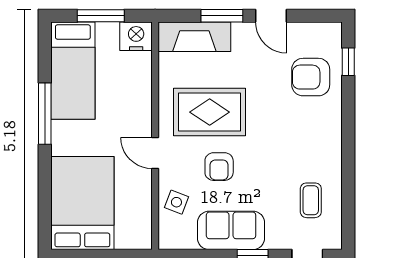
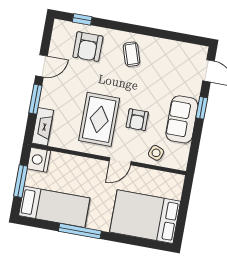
fireplace: (194, 37) -> (43, 127), width x0.73, depth x0.76
armchair: (219, 167) -> (137, 120), turned 90
coffee table: (311, 200) -> (132, 54), moved, turned 72

